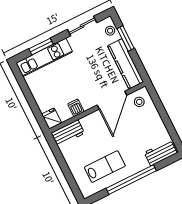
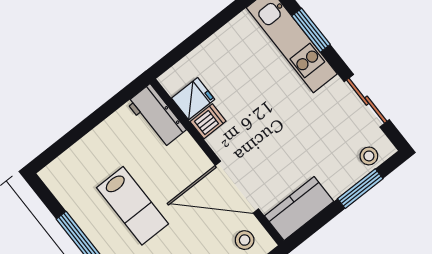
kitchen counter: (126, 64) -> (299, 209), width x0.67
fridge: (52, 119) -> (193, 99), moved
lab bench: (105, 167) -> (133, 206), moved

